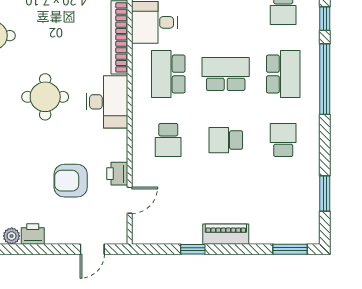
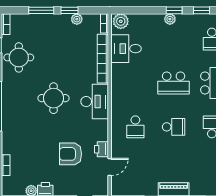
school desk: (168, 74) -> (135, 83), removed
school desk: (226, 74) -> (174, 83), turned 180
school desk: (226, 140) -> (174, 127), turned 180

